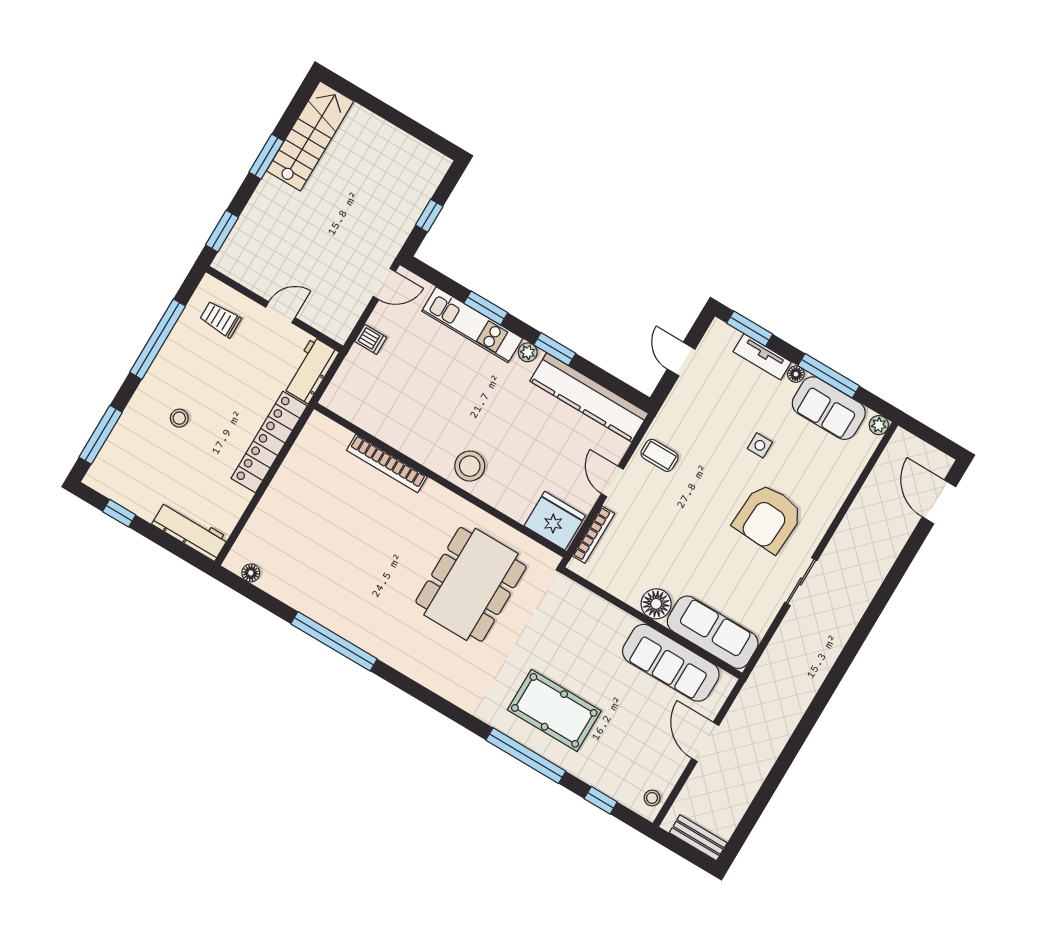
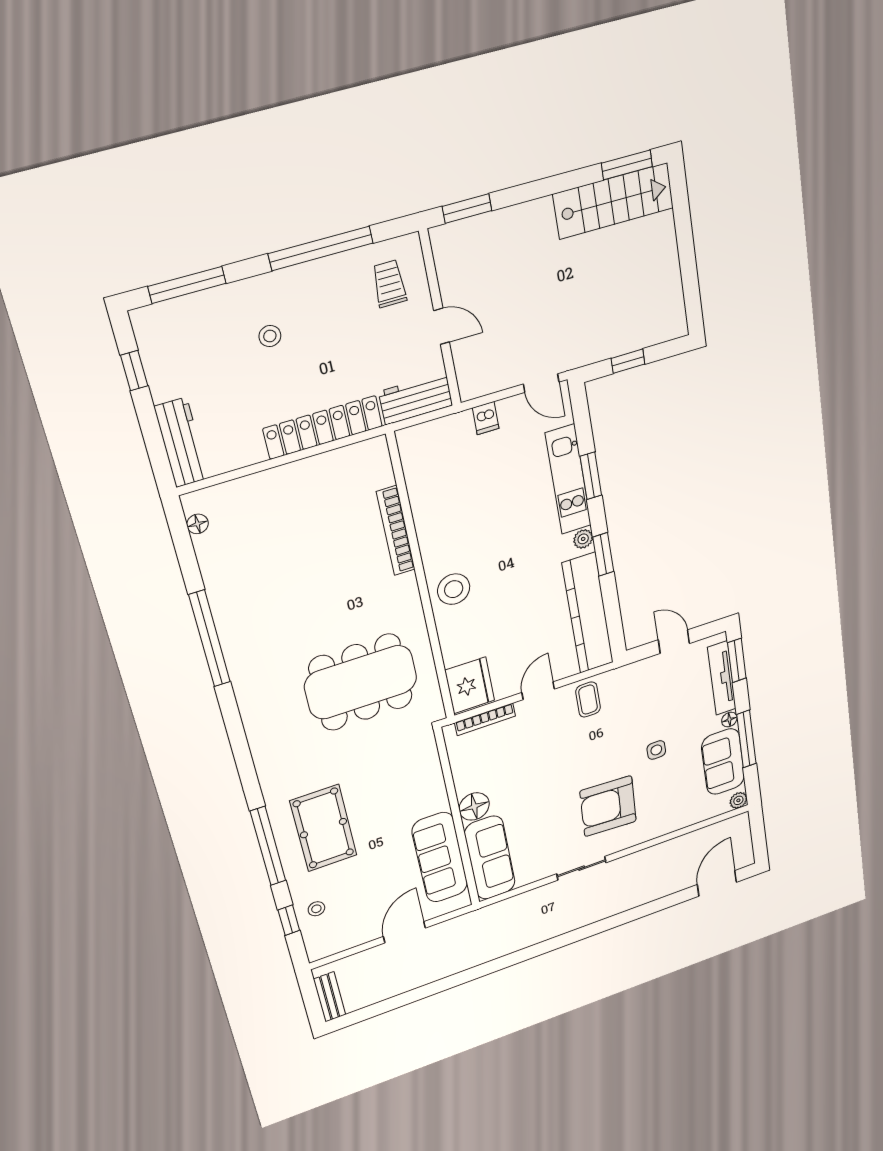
window: (266, 157) -> (627, 165), moved
tv unit: (762, 357) -> (722, 678), width x1.41
door: (681, 359) -> (674, 642), hinge flipped
stool: (652, 798) -> (316, 909), moved

